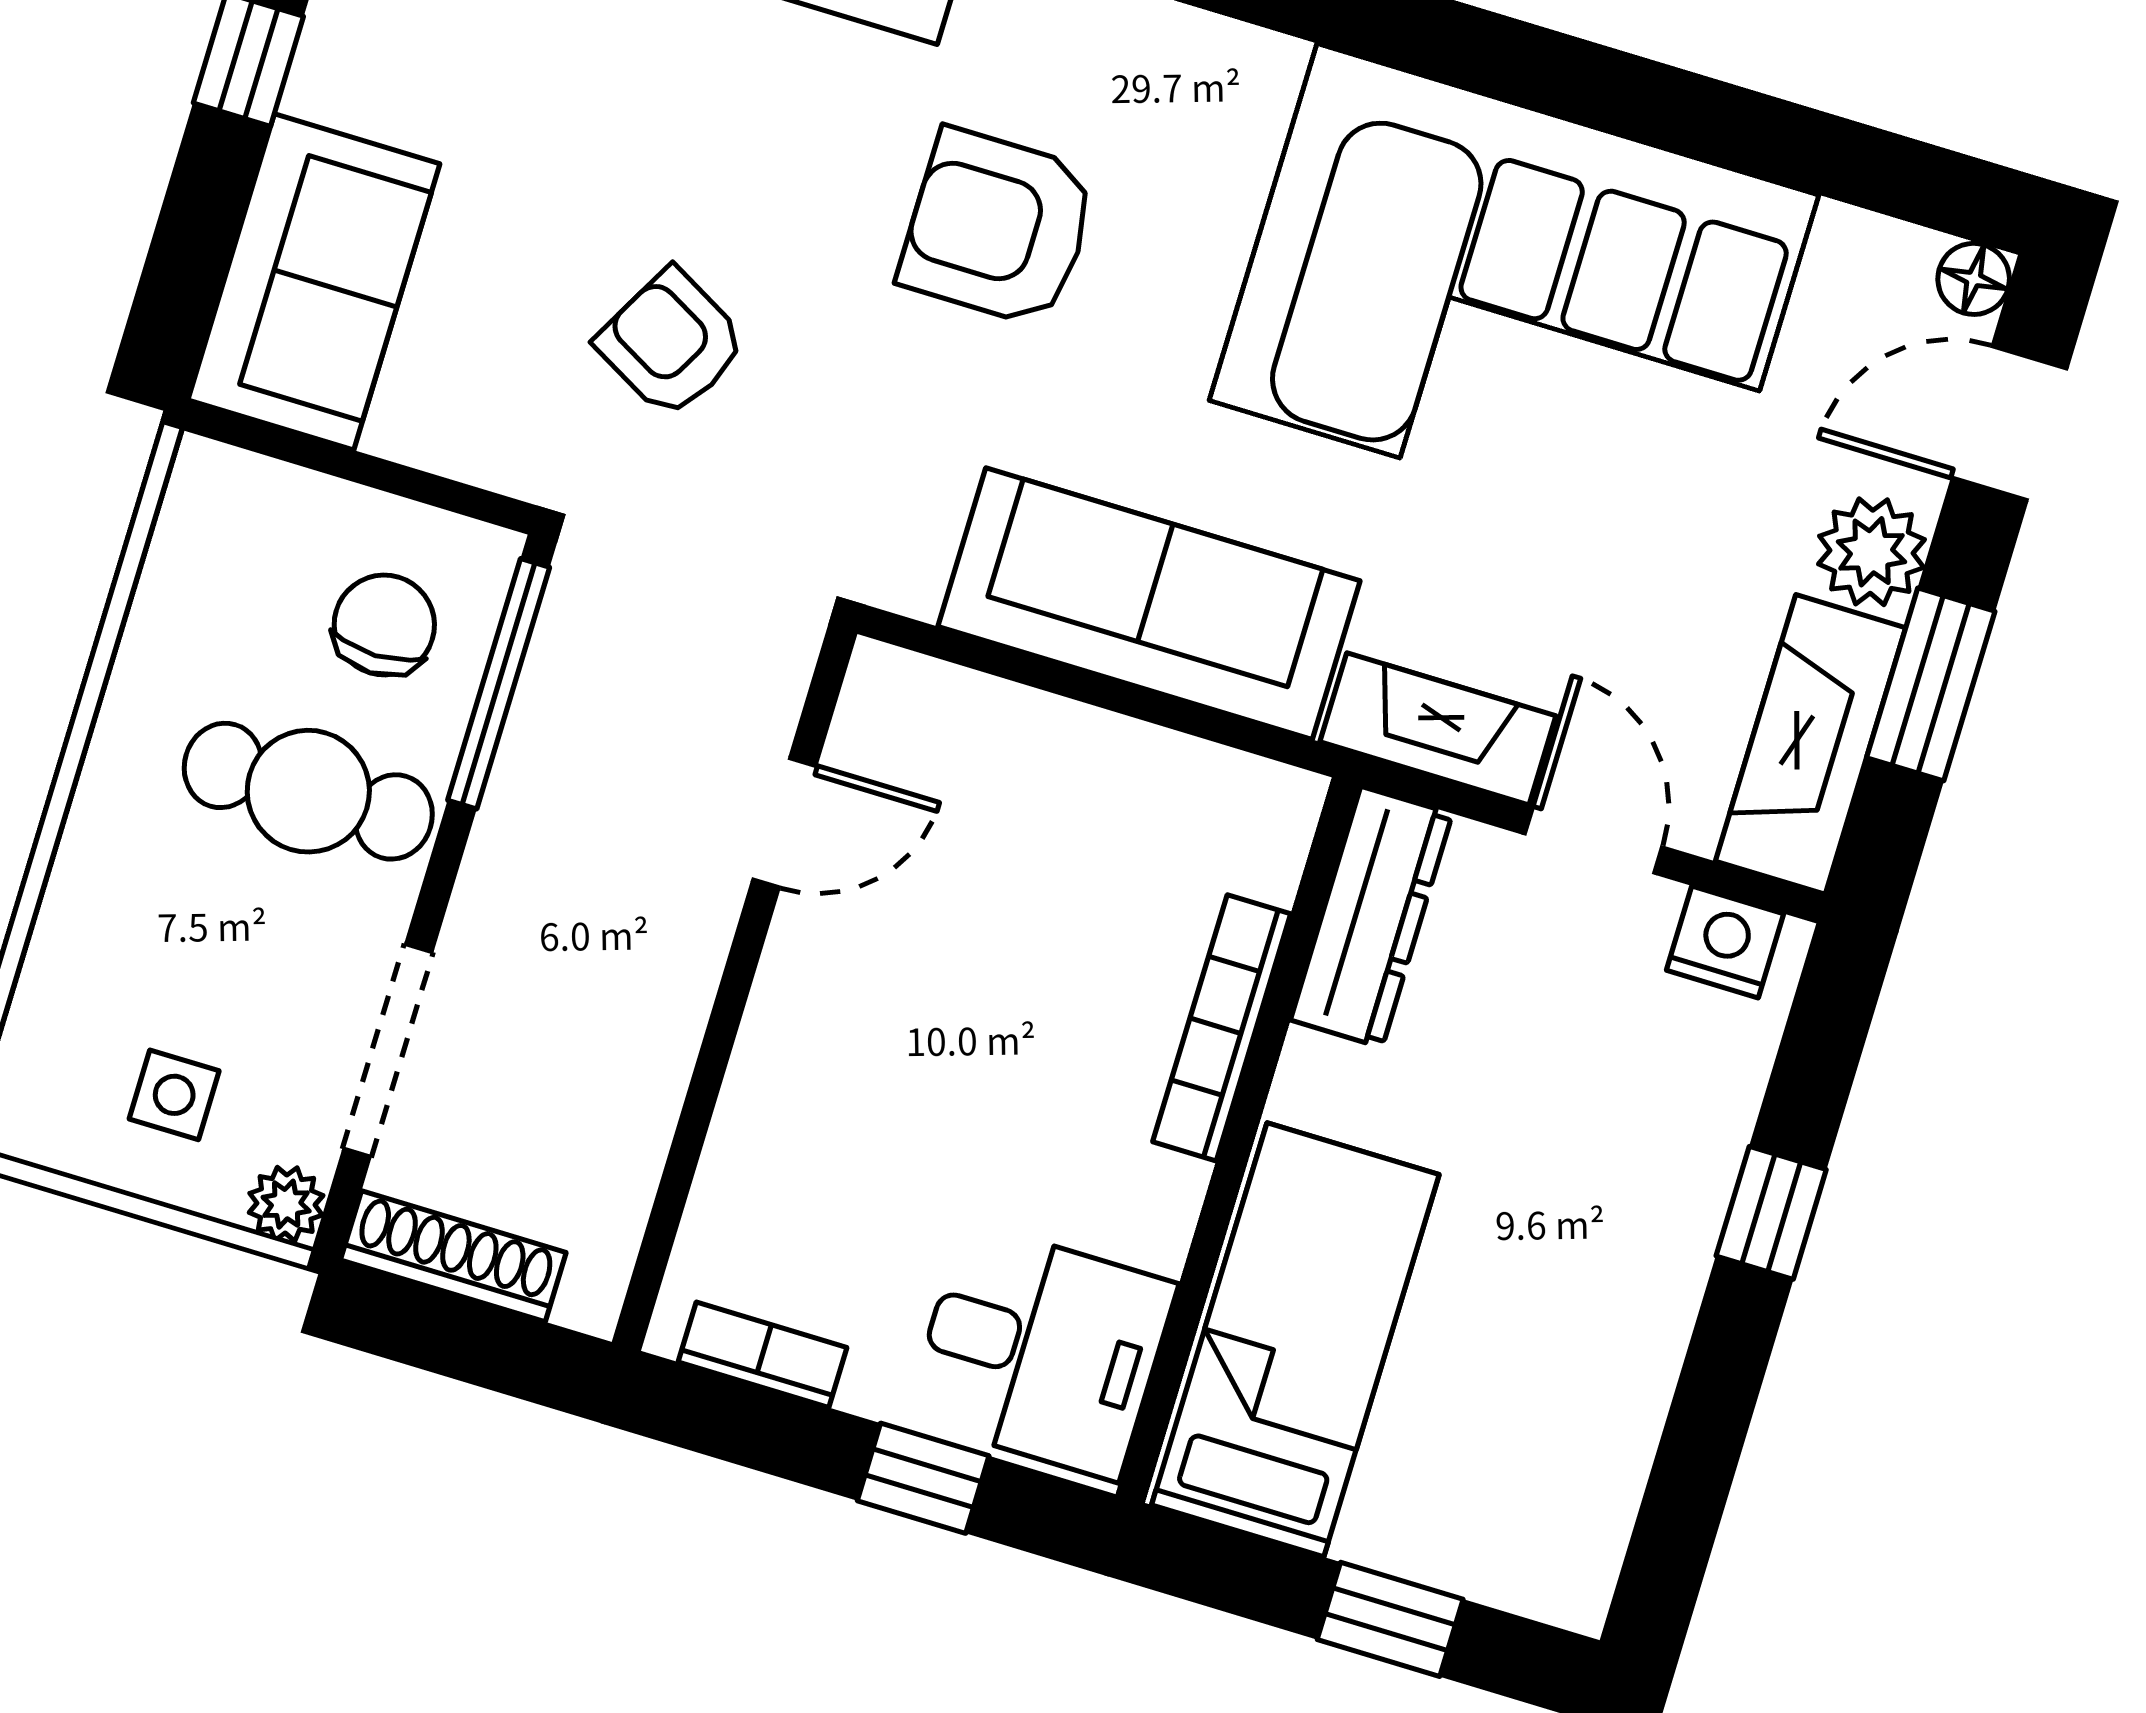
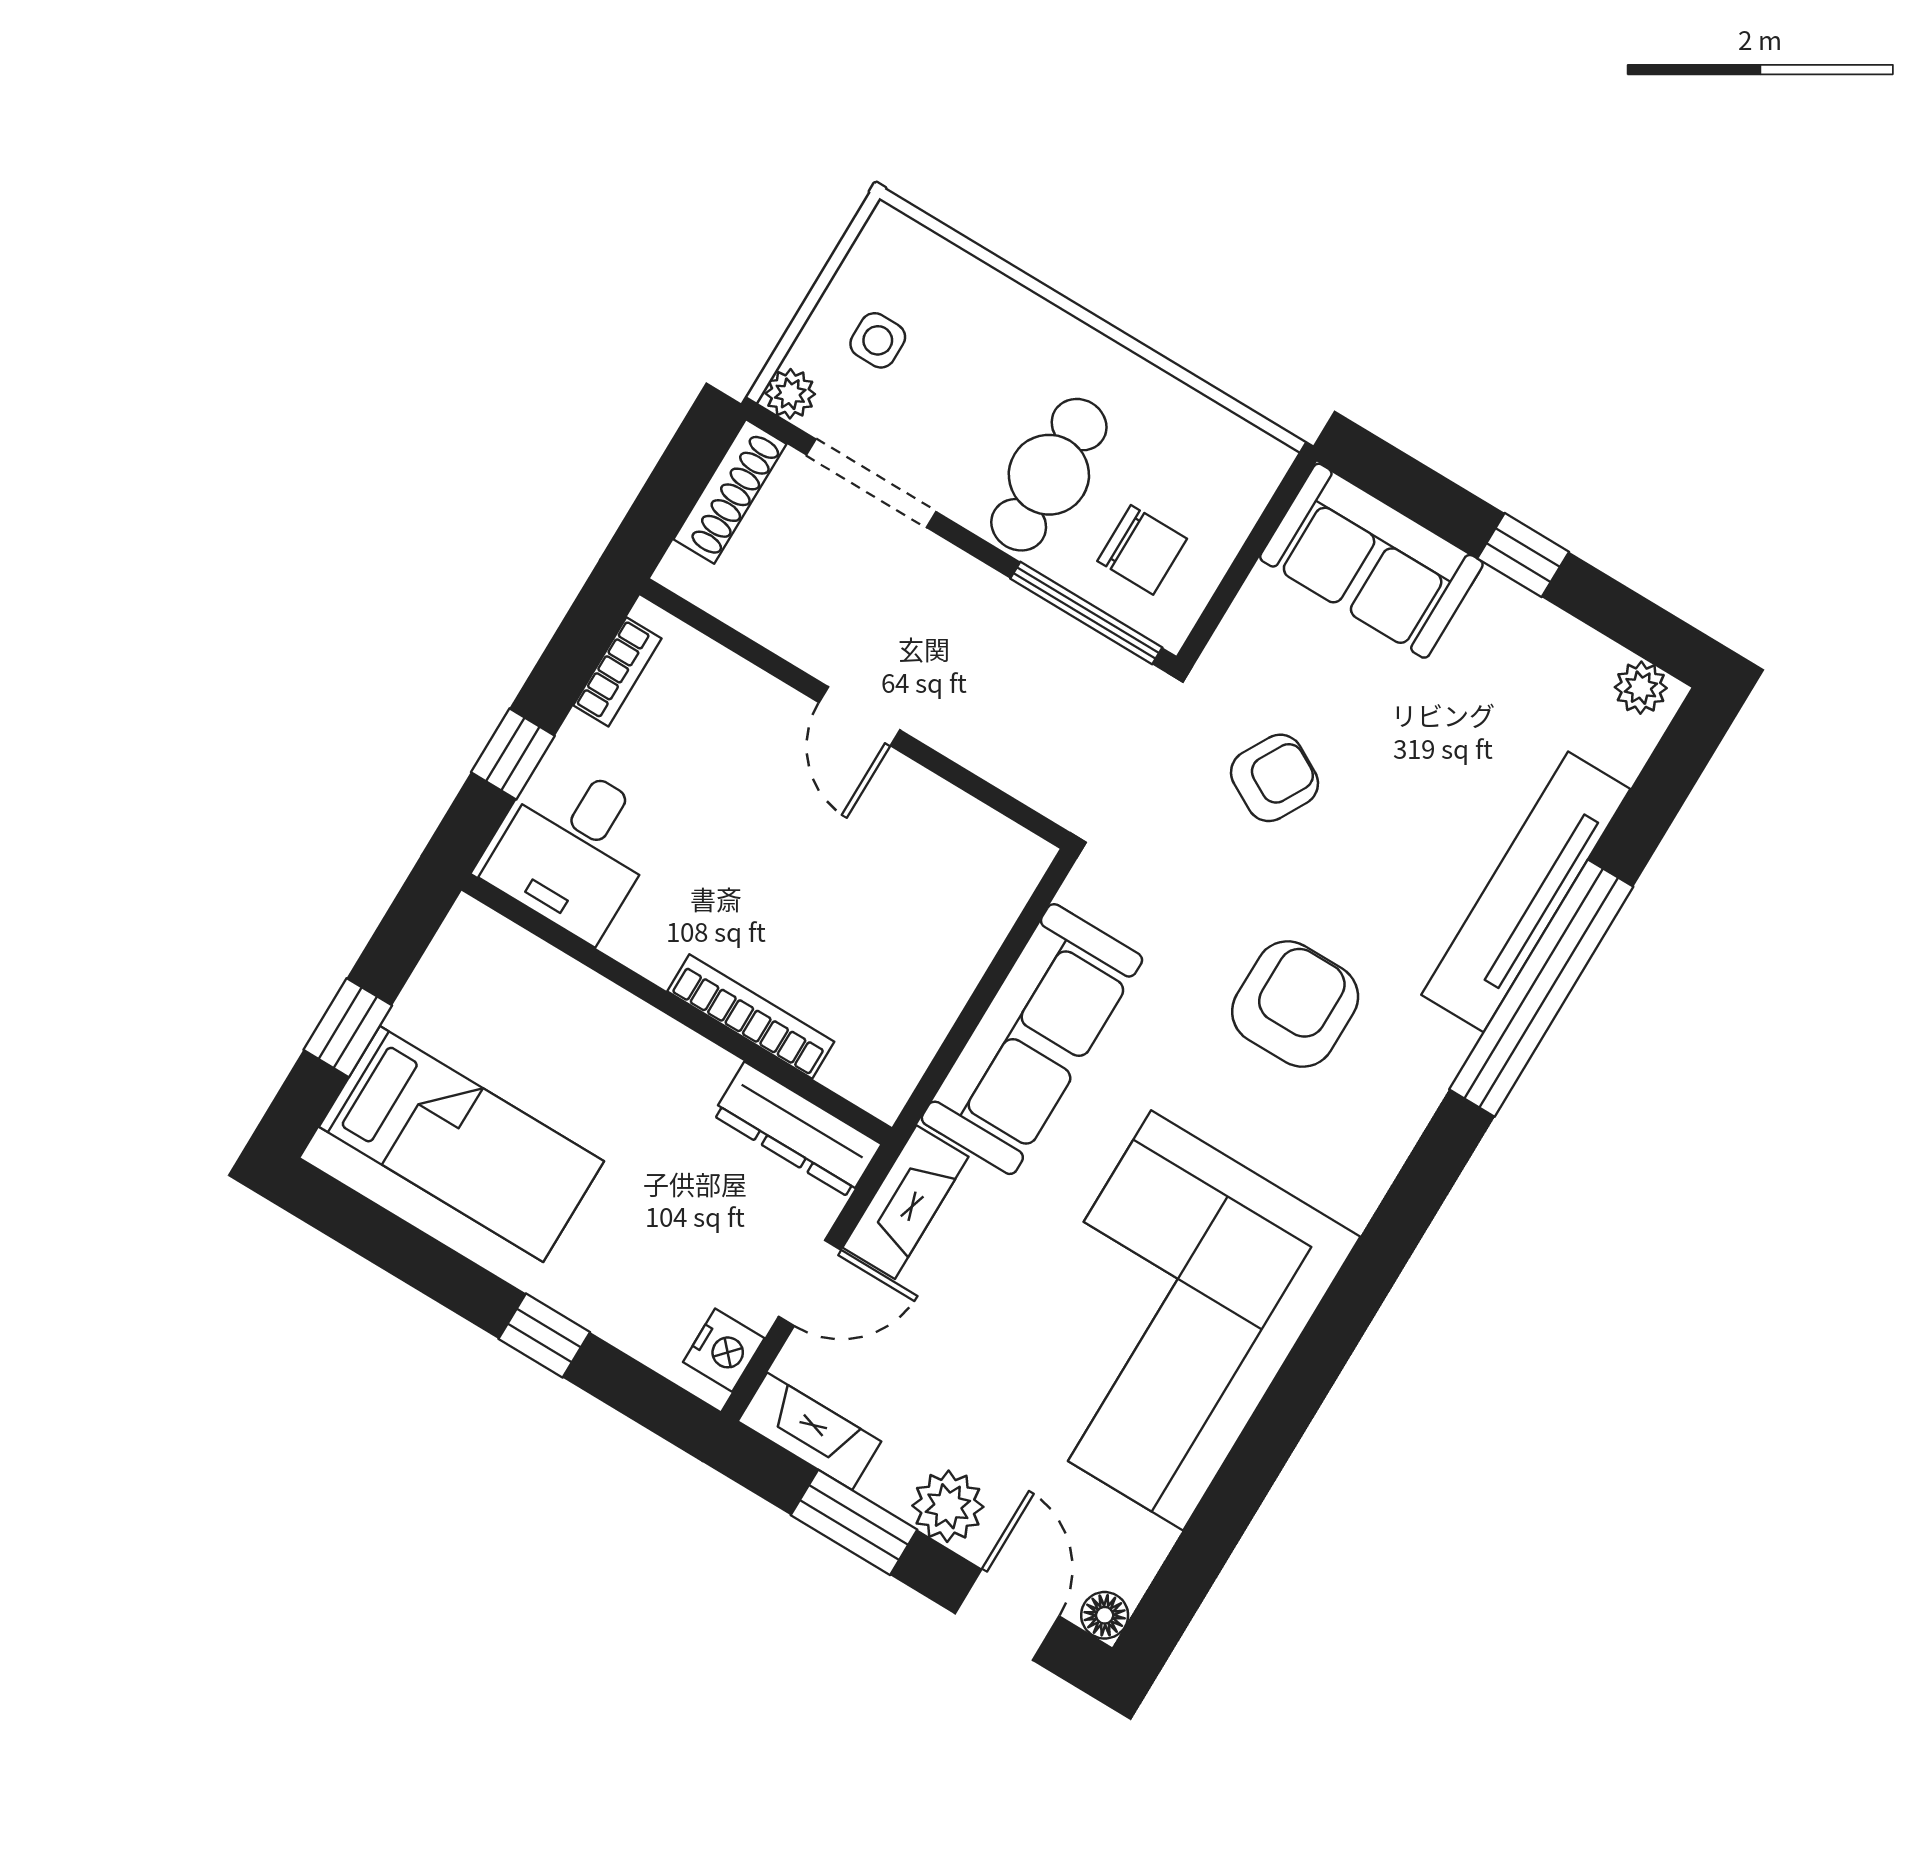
fireplace: (1810, 744) -> (810, 1431), width x0.73, depth x0.76
door: (784, 823) -> (859, 716), moved
bed: (1295, 1340) -> (462, 1144), moved

